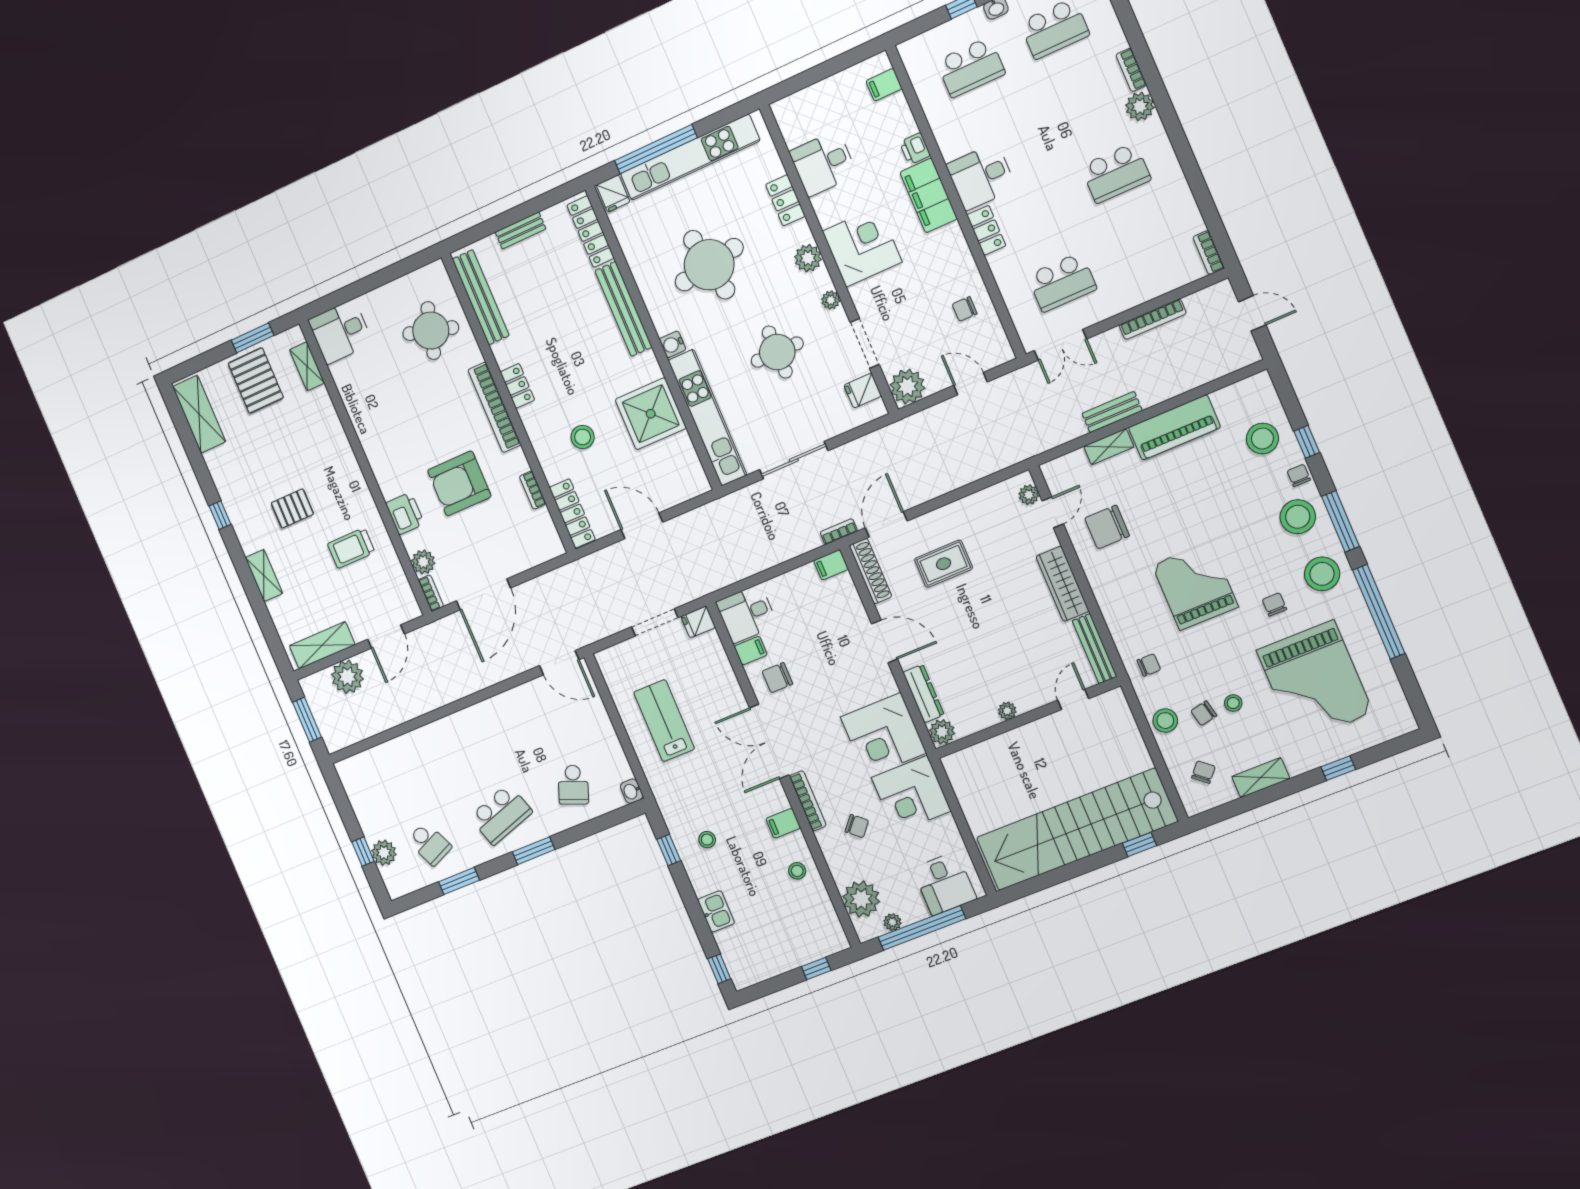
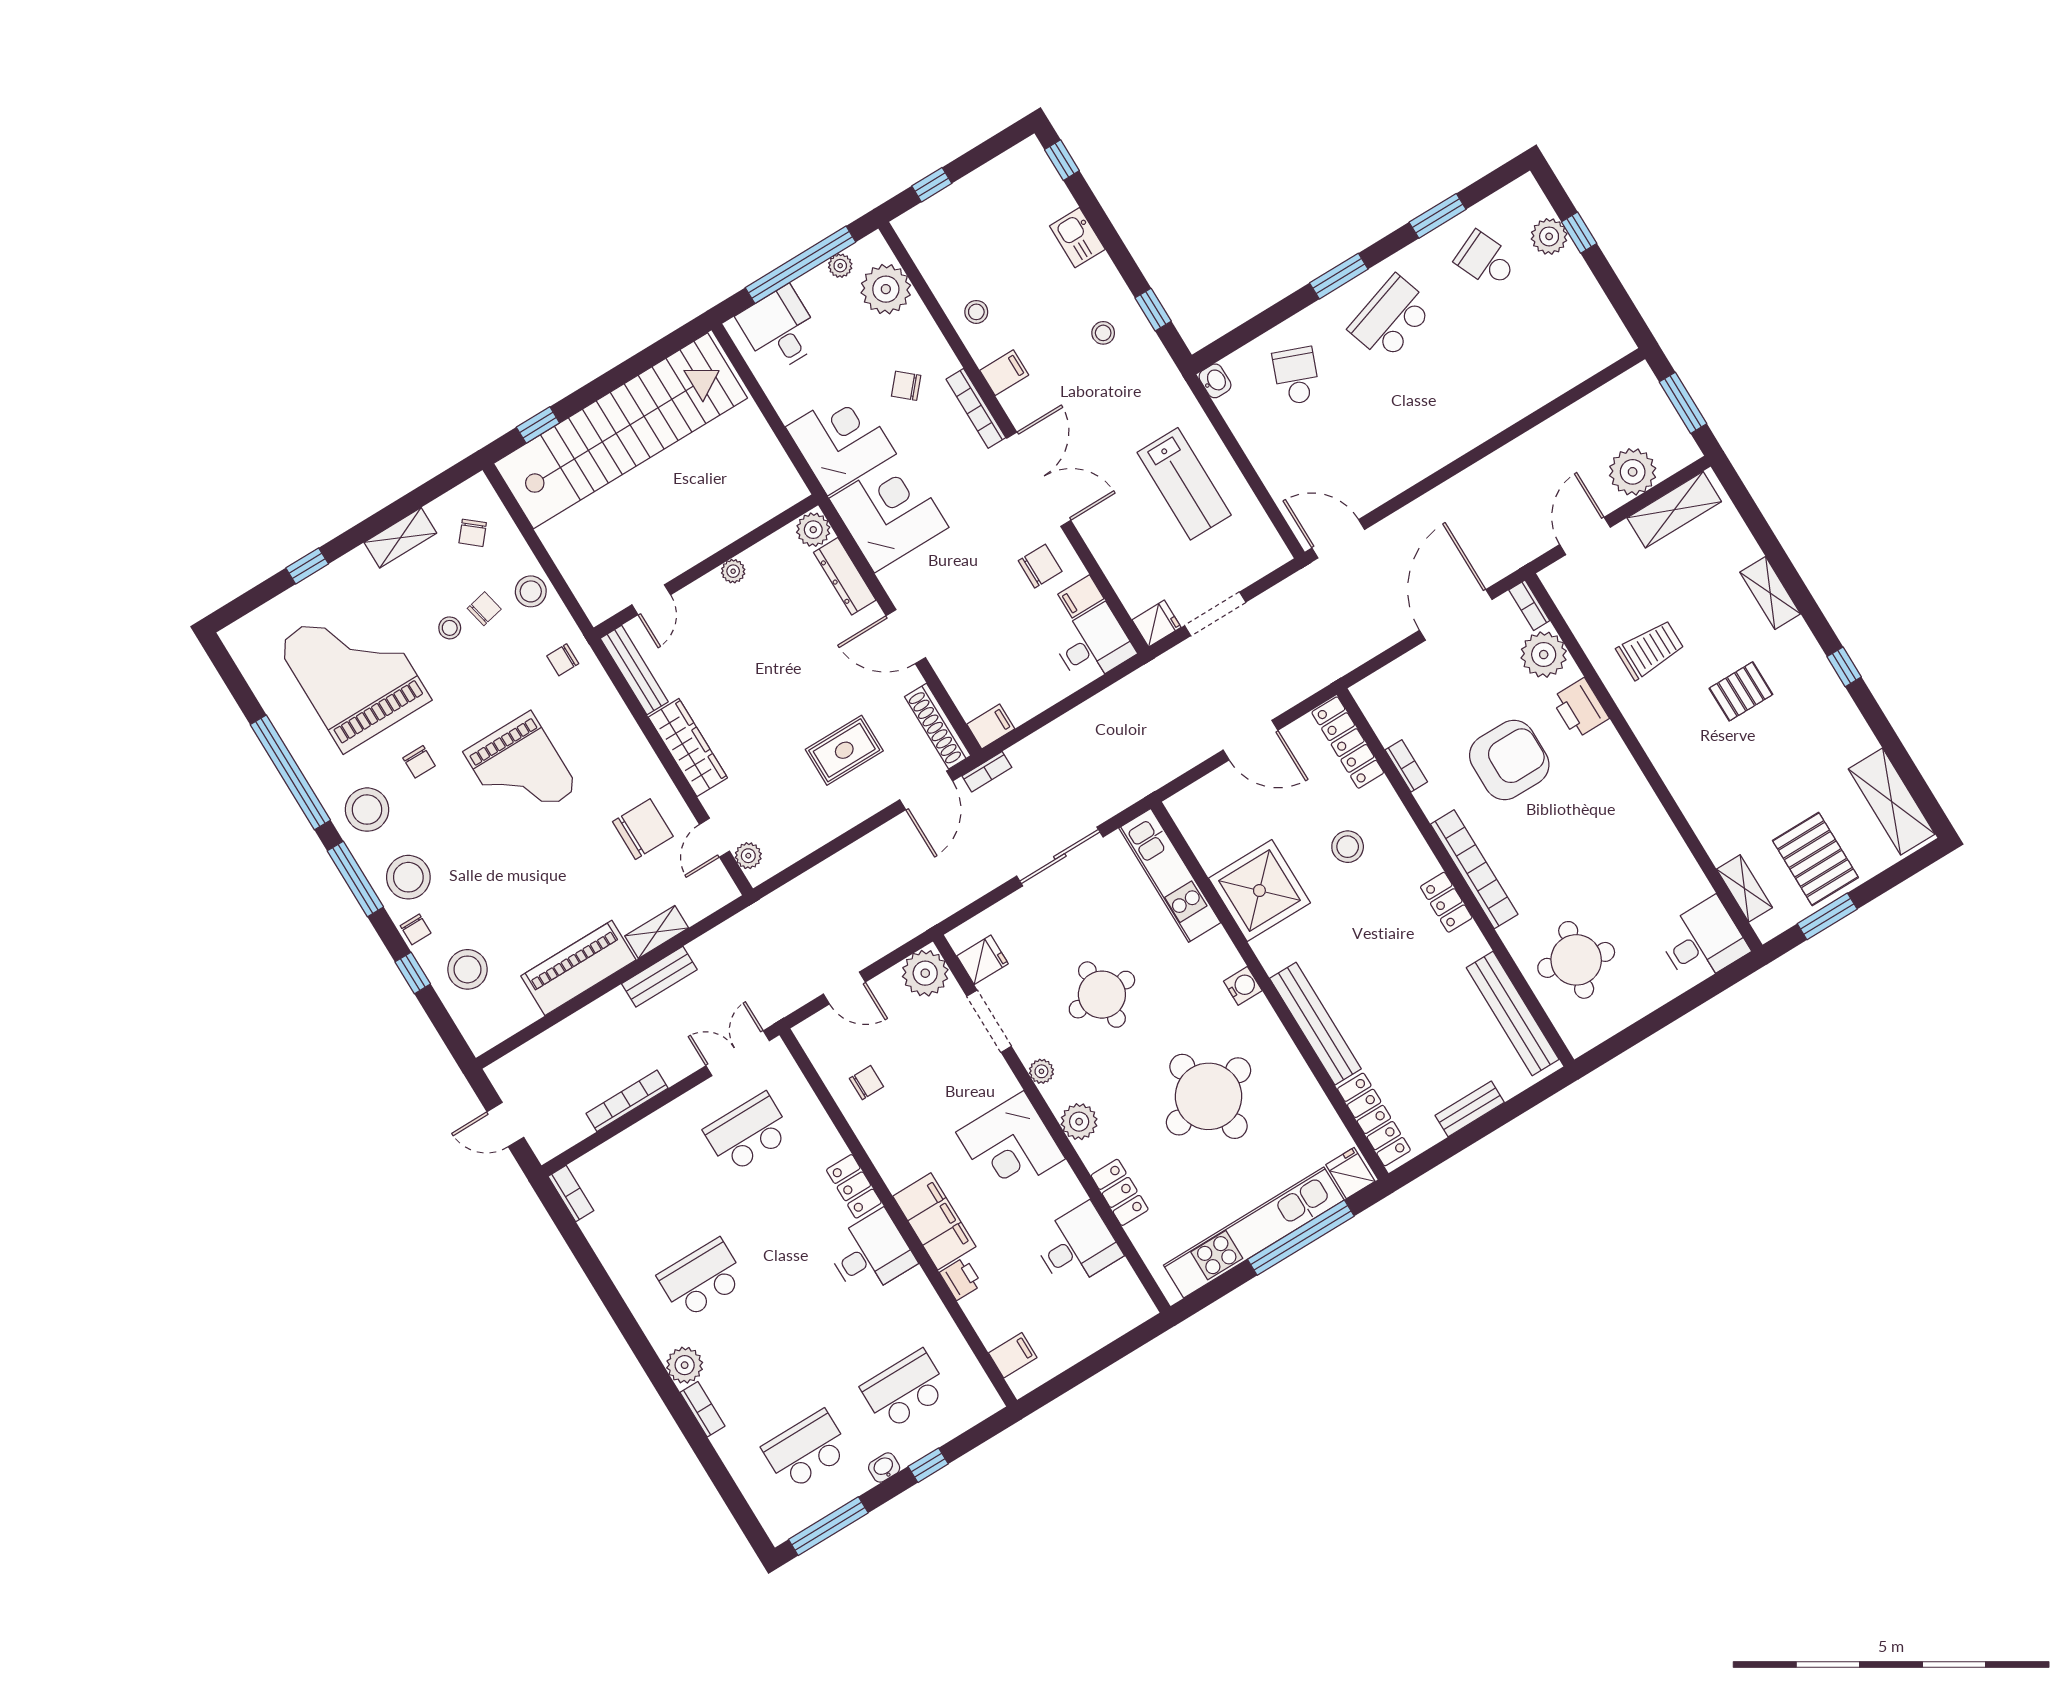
kitchen unit: (707, 418) -> (1170, 875), width x0.73
plant: (423, 562) -> (1544, 655), width x1.36, depth x1.36

